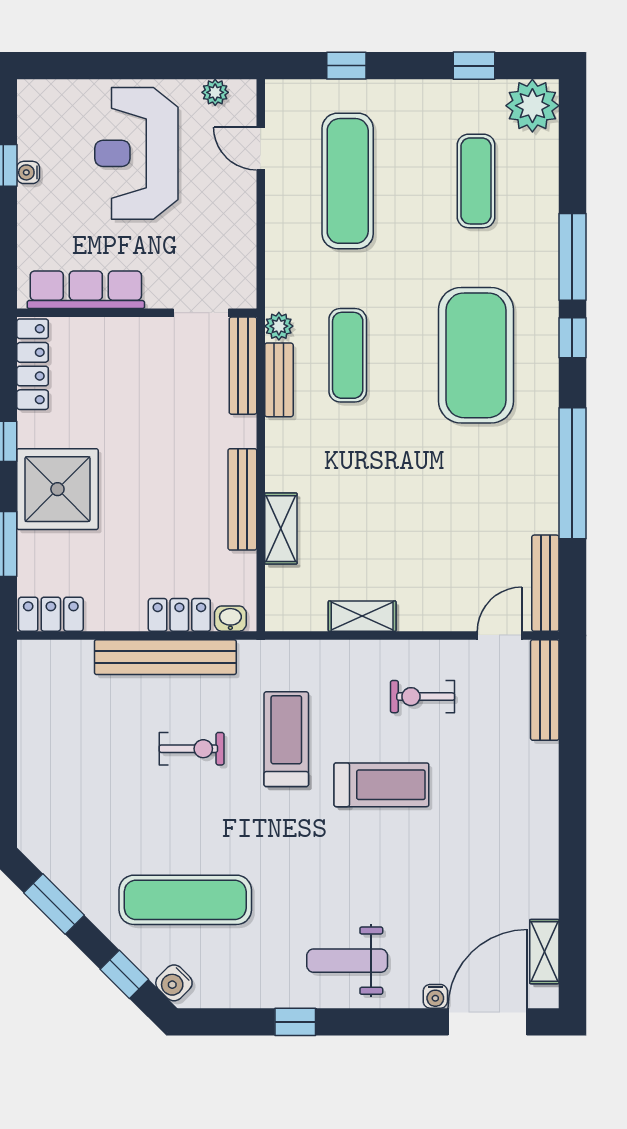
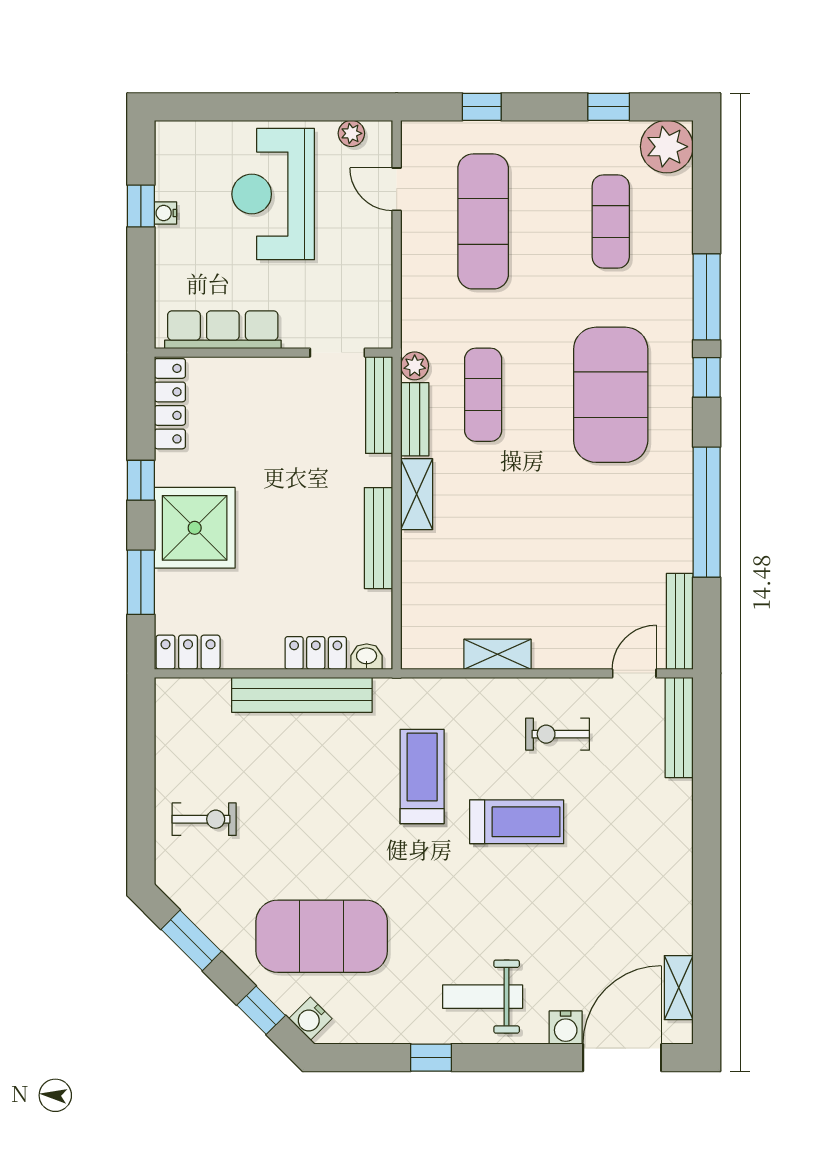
shelving: (281, 529) -> (417, 494), moved
exercise bike: (192, 749) -> (204, 819), moved
exercise mat: (185, 900) -> (322, 936), width x1.47
water cooler: (435, 996) -> (566, 1027), width x1.38, depth x1.38

